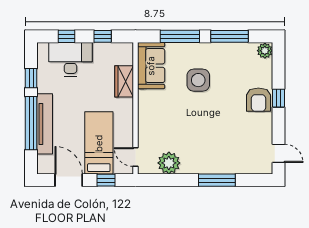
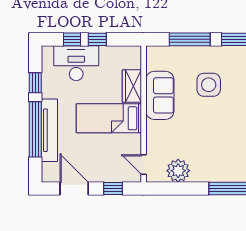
window: (103, 36) -> (97, 39), moved
sofa: (151, 66) -> (160, 95), moved
bed: (99, 143) -> (109, 118), moved, turned -90

